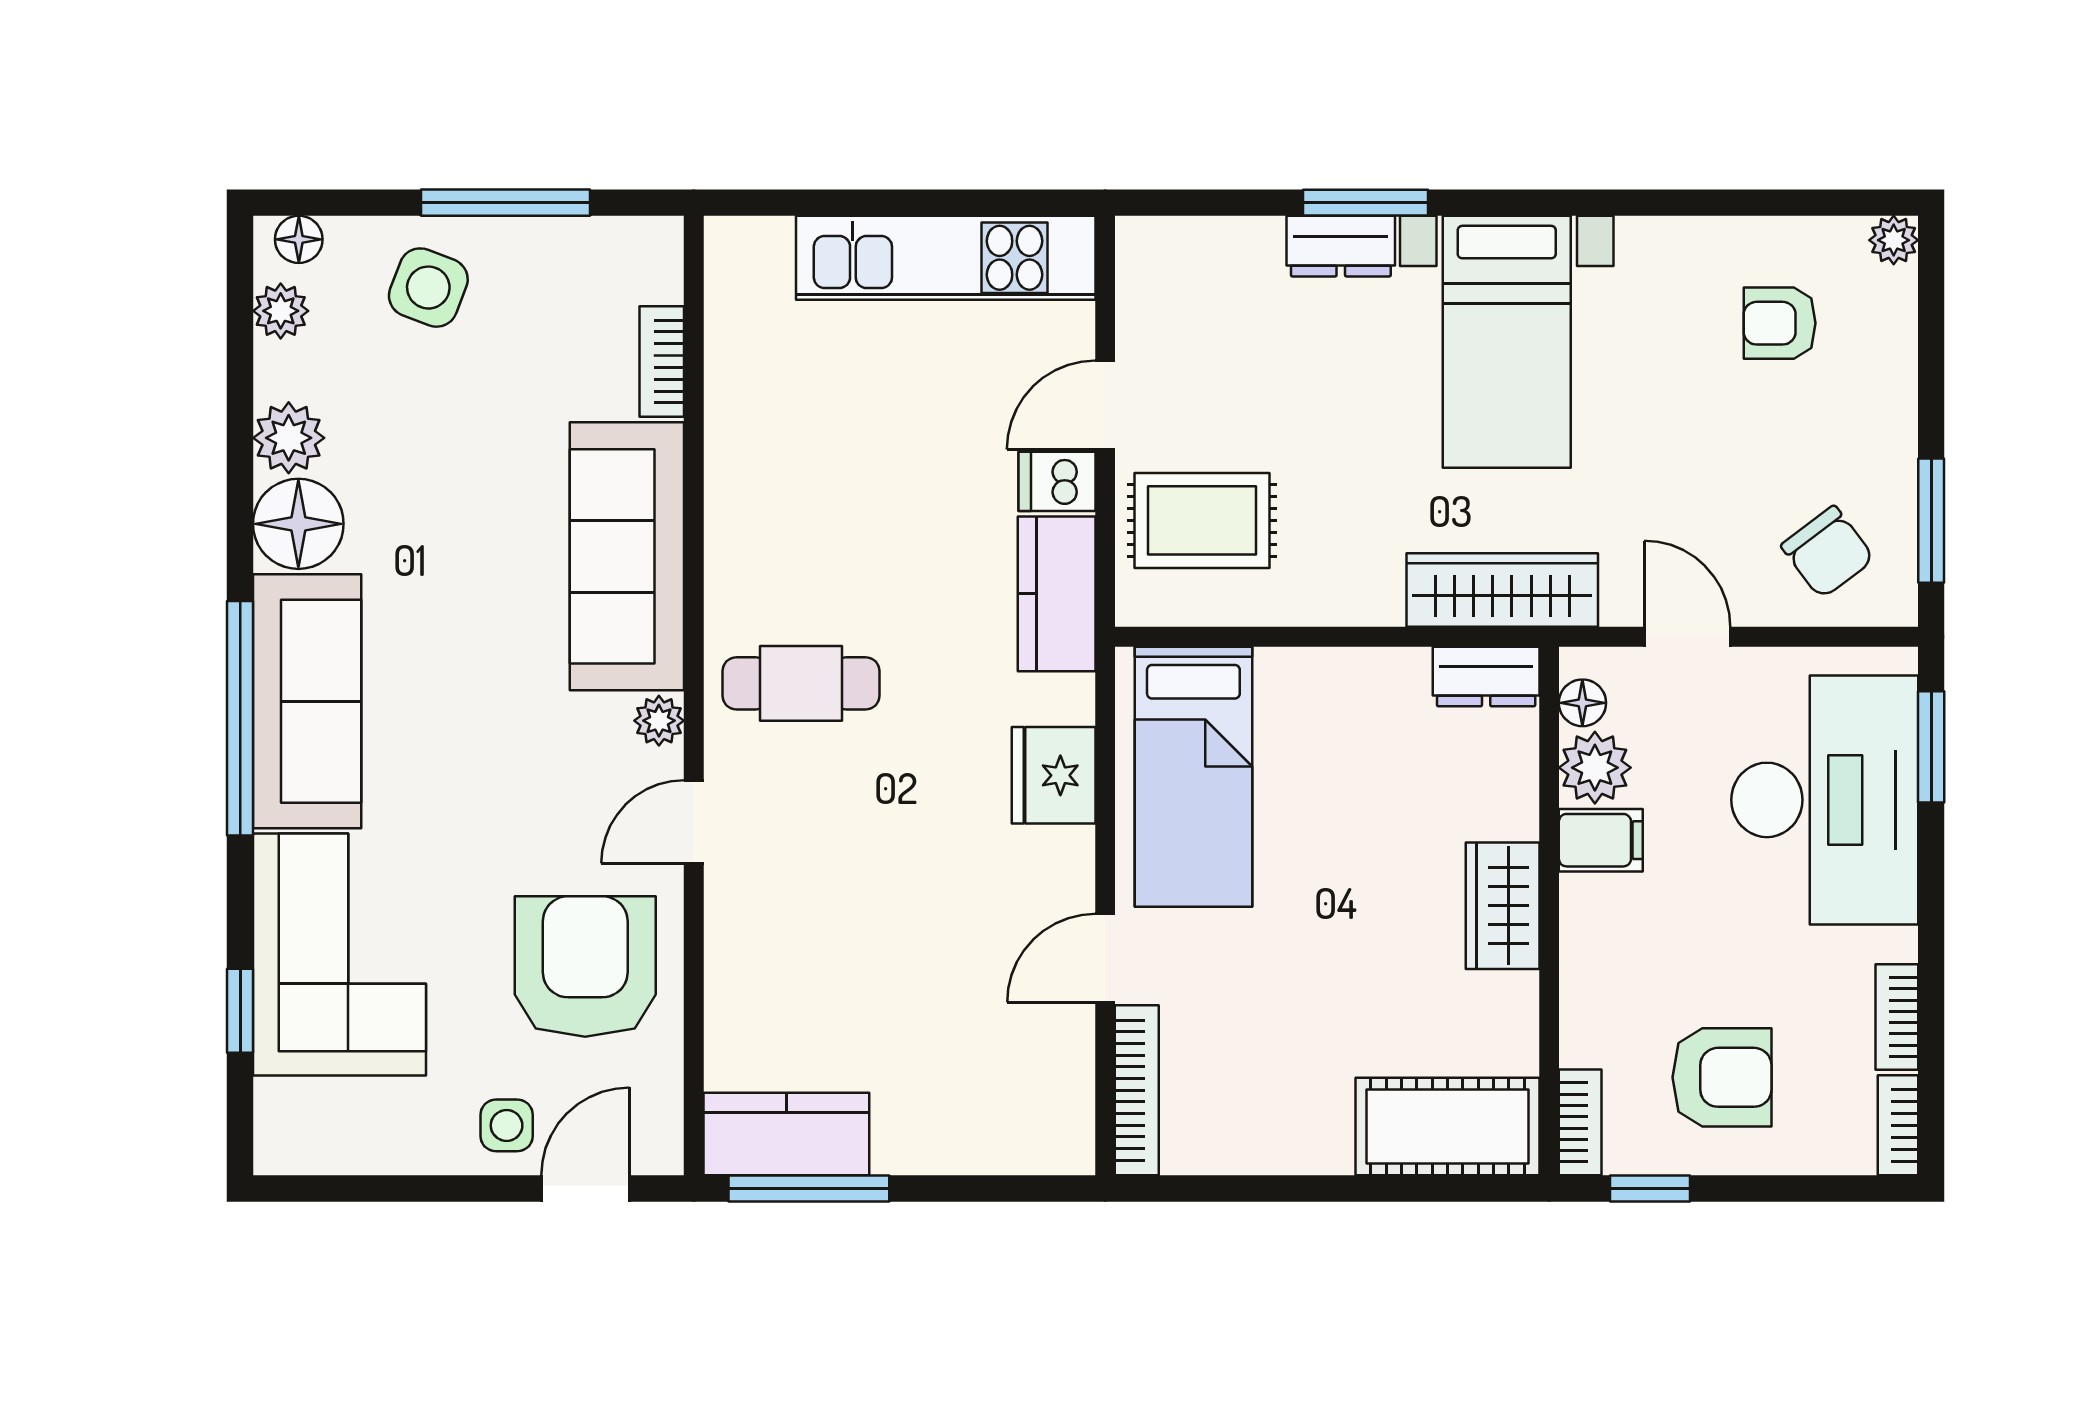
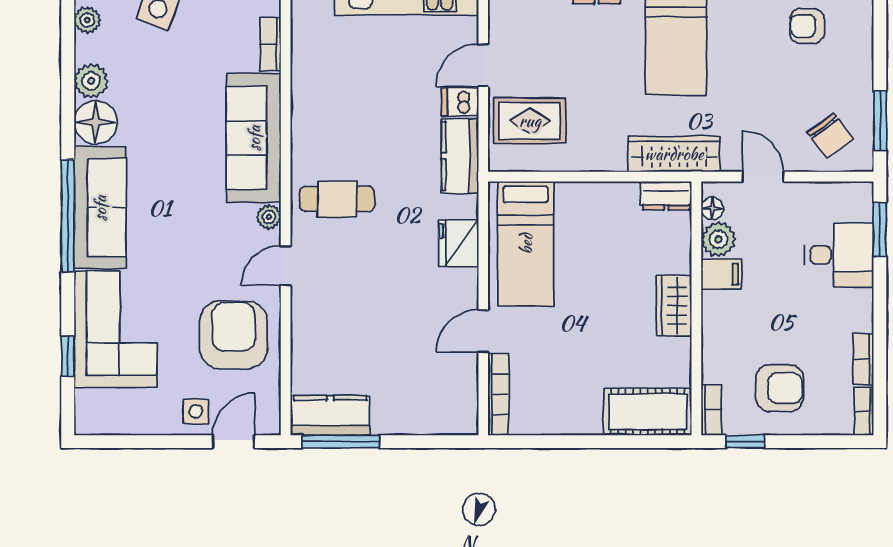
desk: (1825, 800) -> (839, 255), width x0.53, depth x0.77

